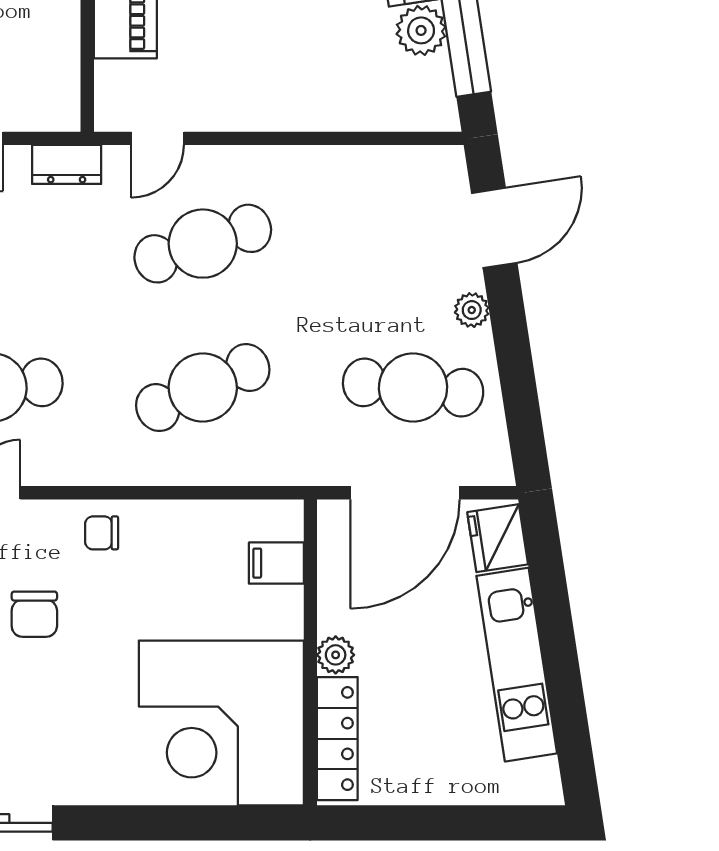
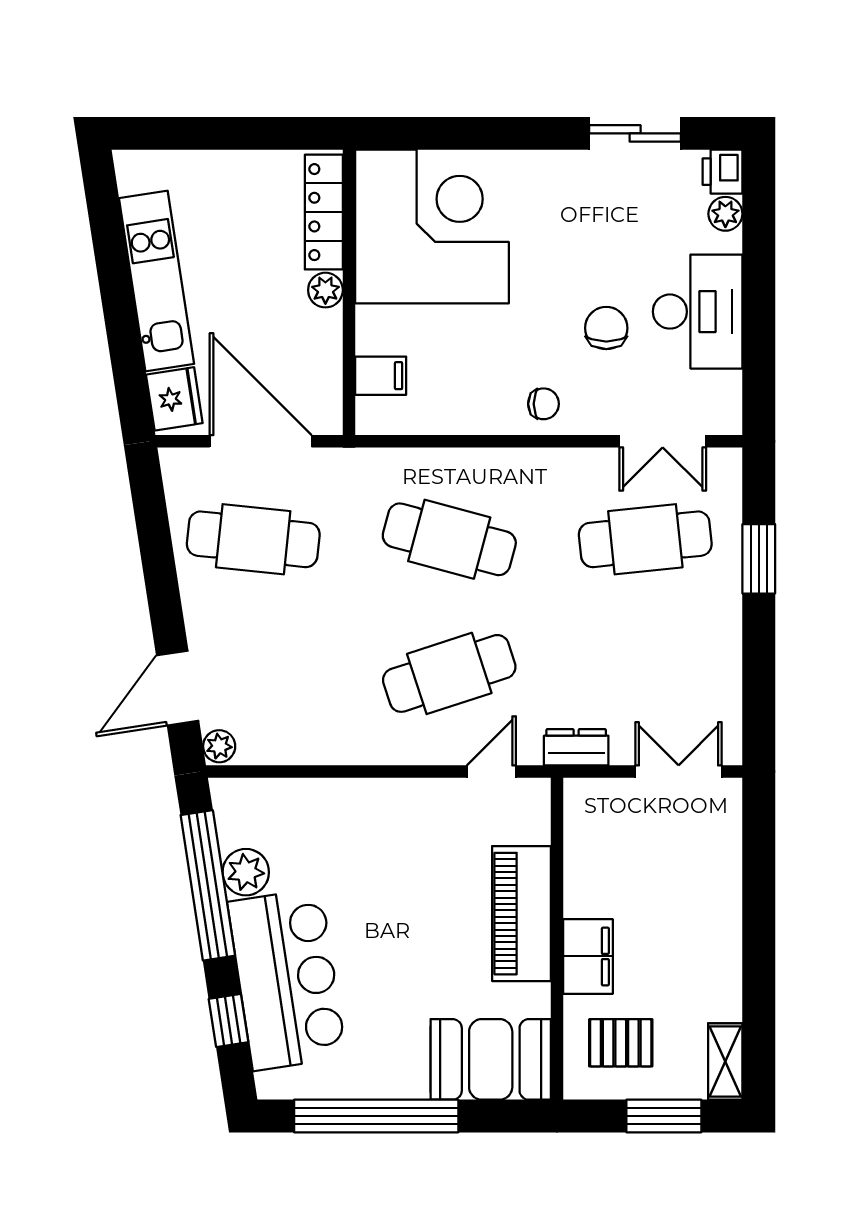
plant: (472, 310) -> (219, 746), moved
cafe table: (203, 388) -> (449, 539), turned 39
door: (405, 493) -> (261, 441), hinge flipped

